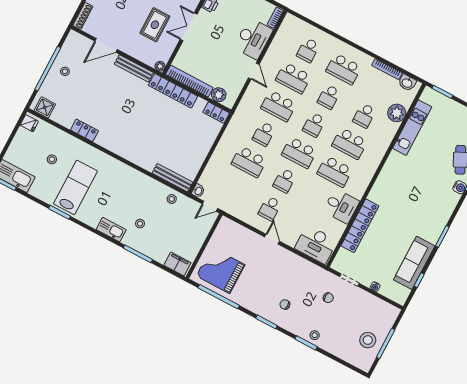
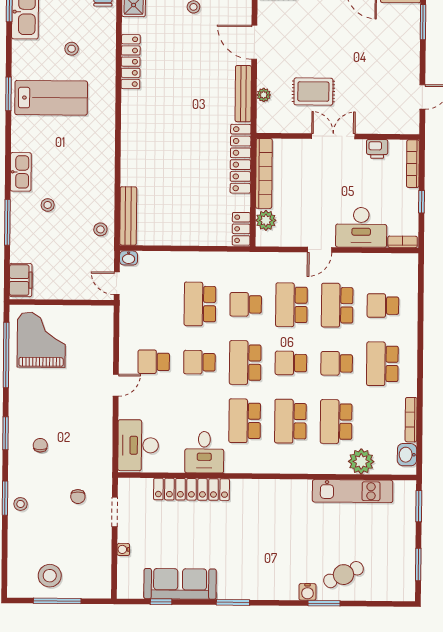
plant: (160, 66) -> (264, 95), moved
school desk: (364, 116) -> (336, 422), width x1.85
locker: (84, 130) -> (131, 62), width x1.53

